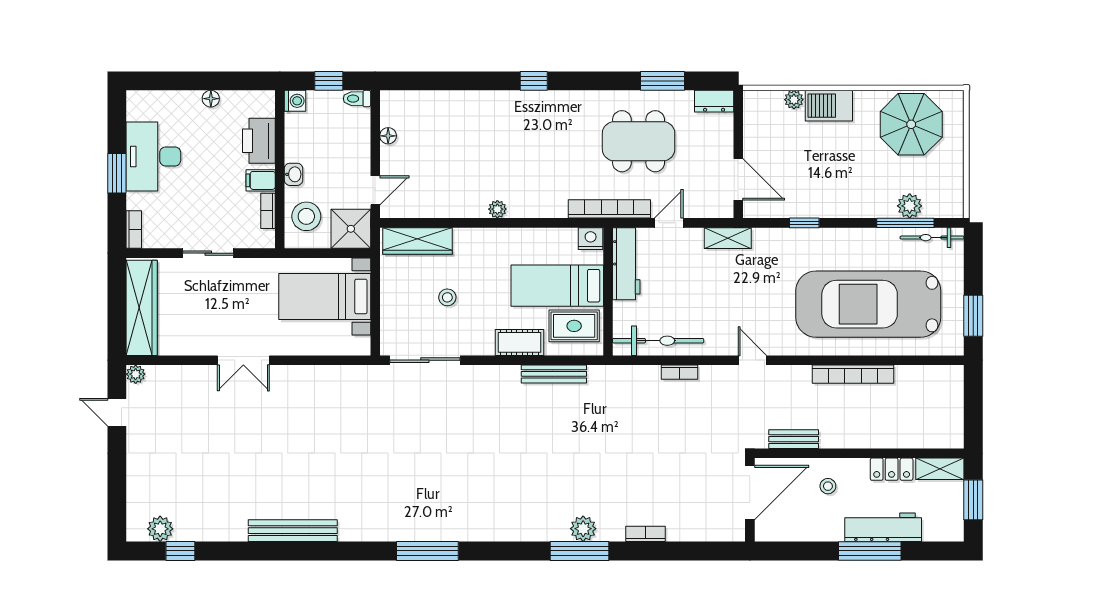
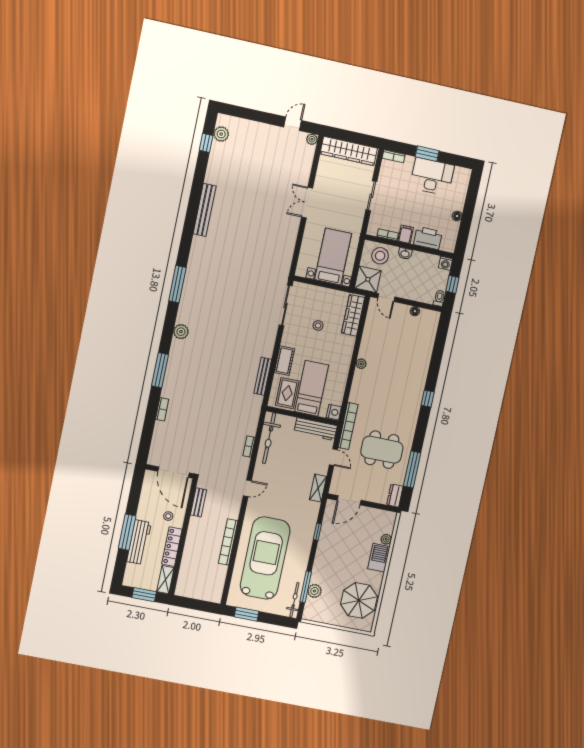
window: (663, 81) -> (412, 470), width x1.44
dining table: (639, 141) -> (382, 450), turned 90
locker: (892, 469) -> (172, 547), width x1.53
plant: (583, 529) -> (181, 332), moved

